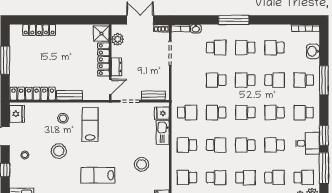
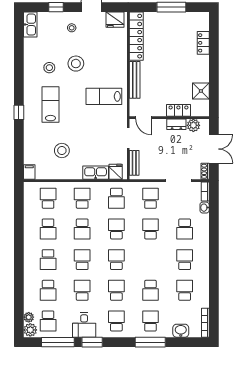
window: (234, 20) -> (214, 247), removed
locker: (39, 30) -> (203, 43), width x0.66
shower: (101, 34) -> (201, 91), moved
locker: (103, 59) -> (178, 110), width x0.66
dresser: (116, 67) -> (176, 124), moved
school desk: (245, 80) -> (150, 198), moved
bench: (70, 95) -> (135, 80), width x1.36
stool: (63, 118) -> (49, 68), moved
lab bench: (90, 124) -> (104, 96), turned 180

